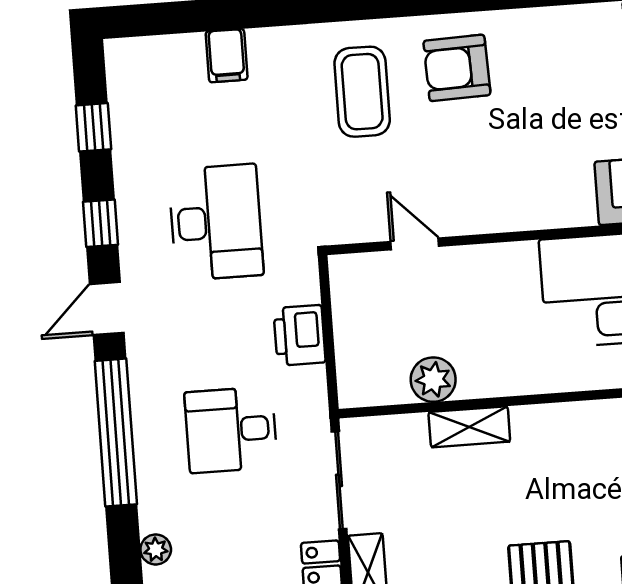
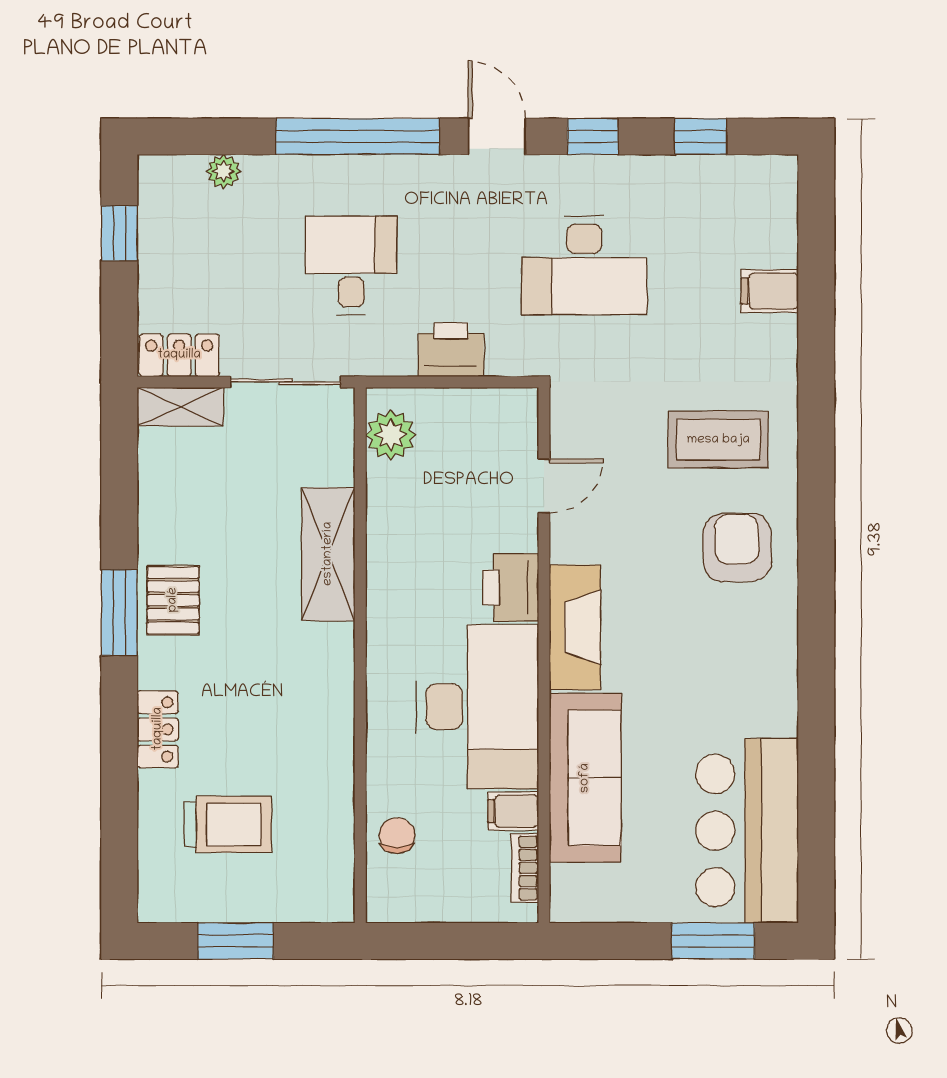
fireplace: (539, 207) -> (575, 627), added
printer: (507, 267) -> (511, 587), added
plant: (433, 380) -> (391, 435), moved
shelving: (469, 427) -> (328, 554), width x1.50, depth x1.33

